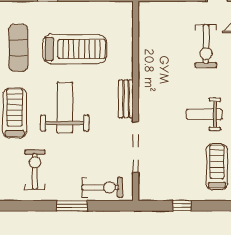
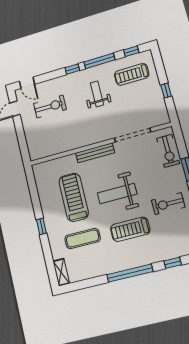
bench: (126, 99) -> (95, 153), width x1.36
weight bench: (204, 114) -> (97, 94), turned 180
exercise bike: (102, 187) -> (168, 151), turned 180

